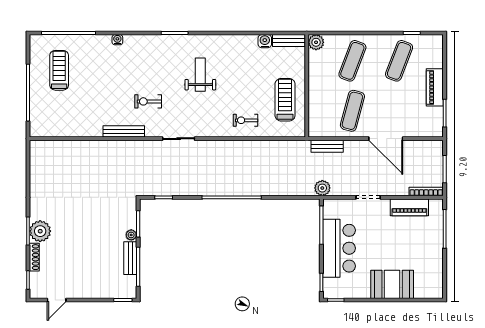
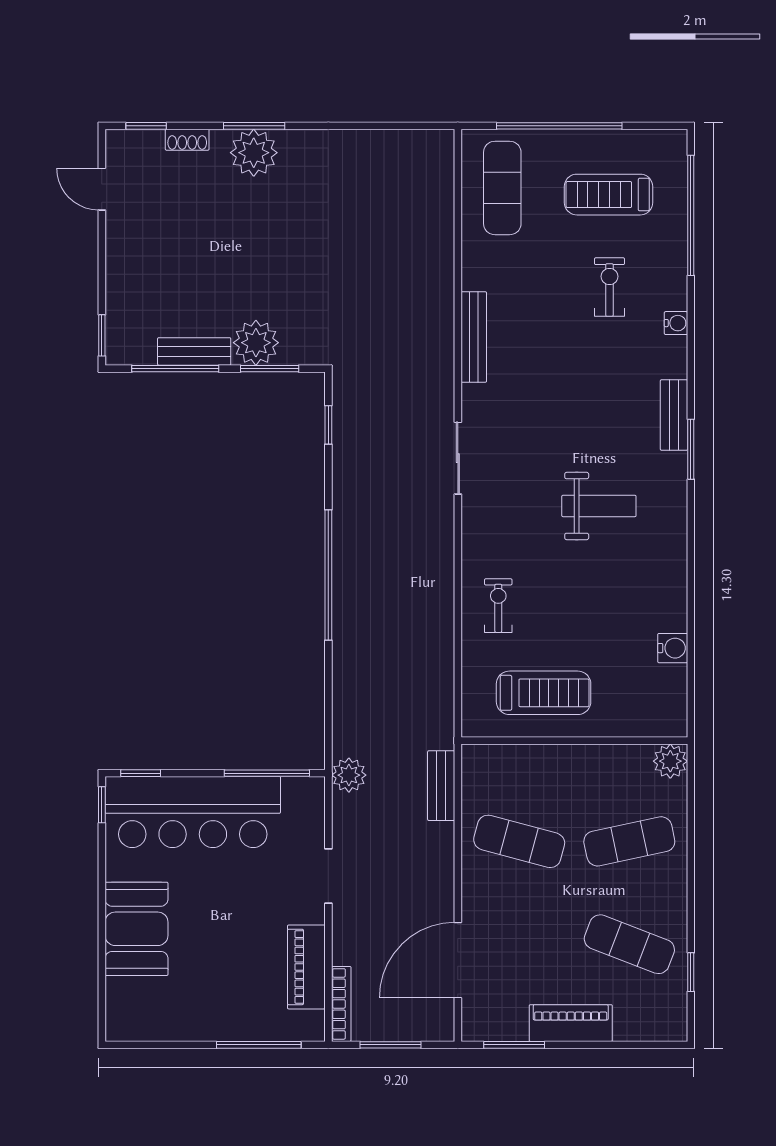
bench: (289, 41) -> (674, 415), moved
exercise mat: (352, 61) -> (629, 841), turned -33
treadmill: (59, 70) -> (609, 195), turned 180
exercise bike: (148, 101) -> (609, 287), moved
exercise mat: (56, 118) -> (502, 188), added
door: (386, 139) -> (458, 960), moved
plant: (131, 235) -> (256, 343), width x1.87, depth x1.87
bar counter: (339, 248) -> (193, 812), width x1.36
shoe rack: (34, 257) -> (187, 140), width x0.70

